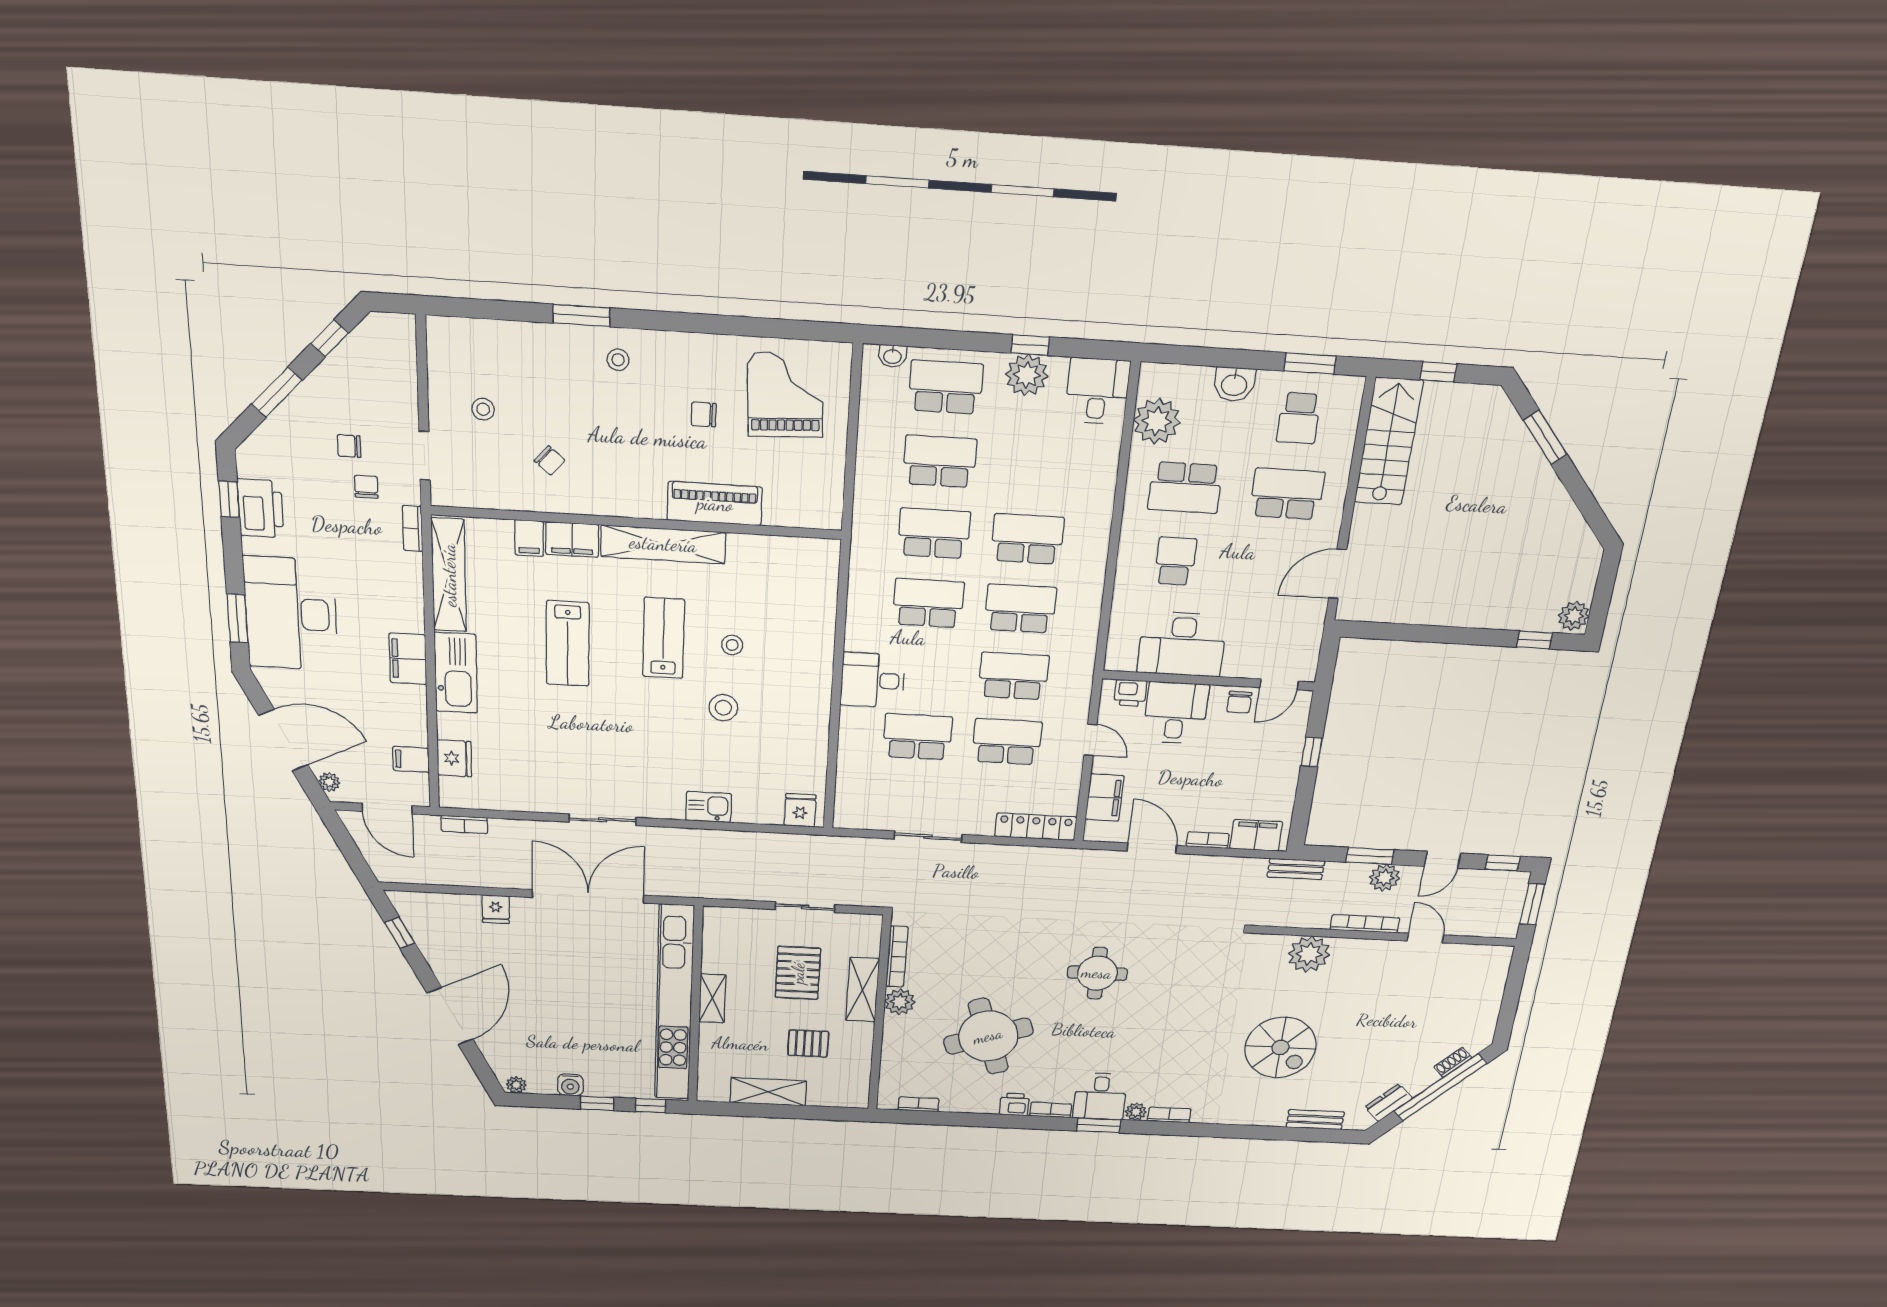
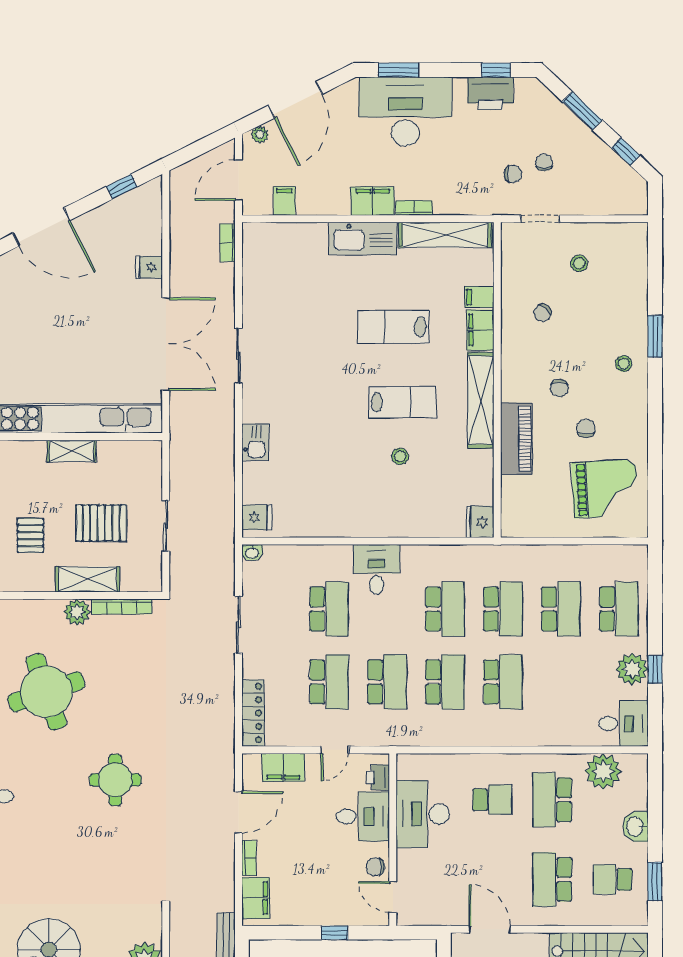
washbasin: (893, 356) -> (252, 553), moved, turned -90
chair: (649, 445) -> (560, 388), added
school desk: (1287, 494) -> (552, 879), turned 180
bookcase: (413, 528) -> (414, 208), moved
stool: (723, 708) -> (345, 451), removed
fridge: (454, 758) -> (480, 522), moved, turned 90

